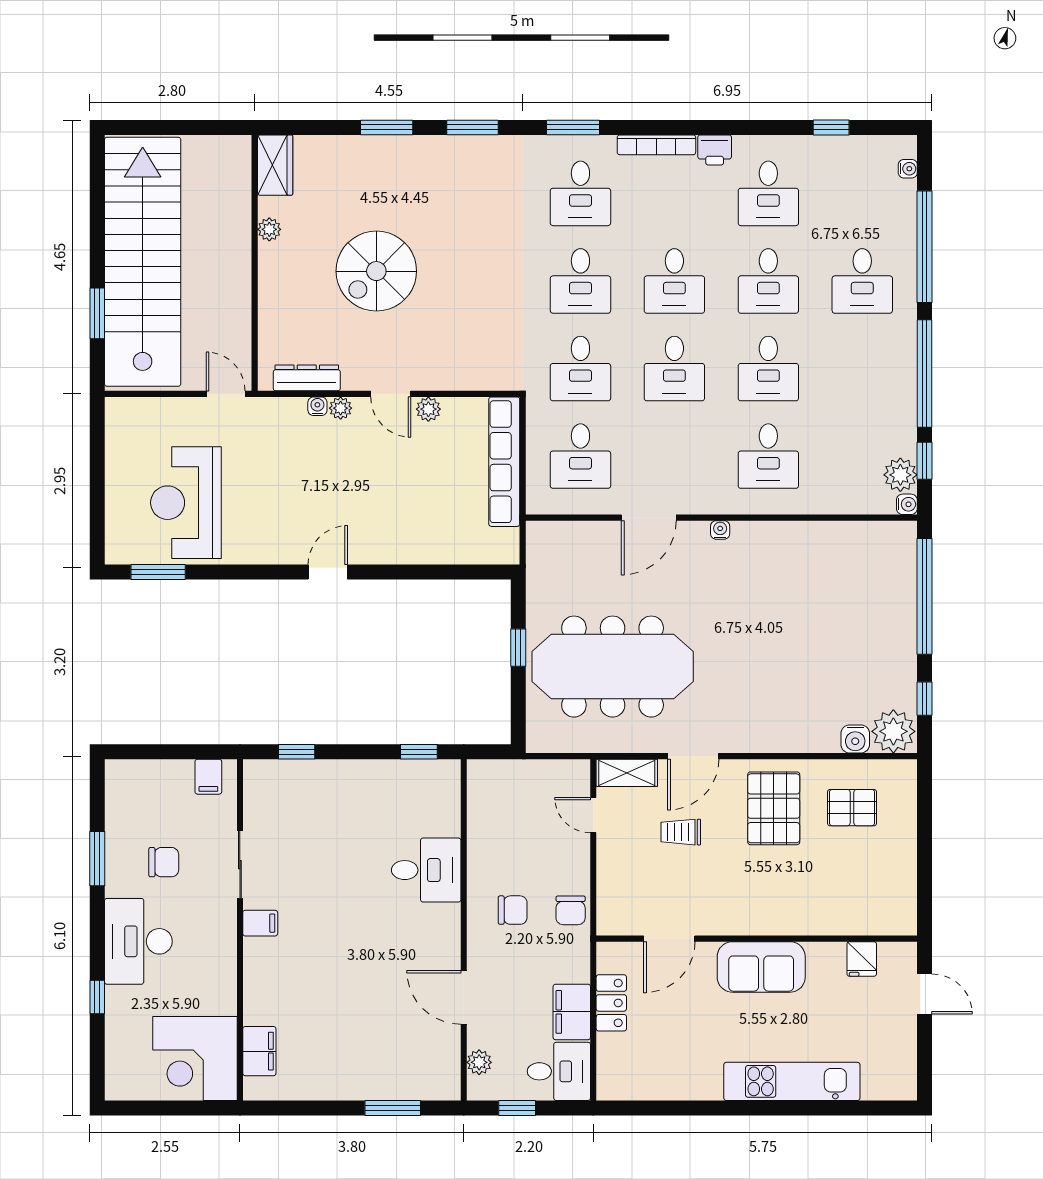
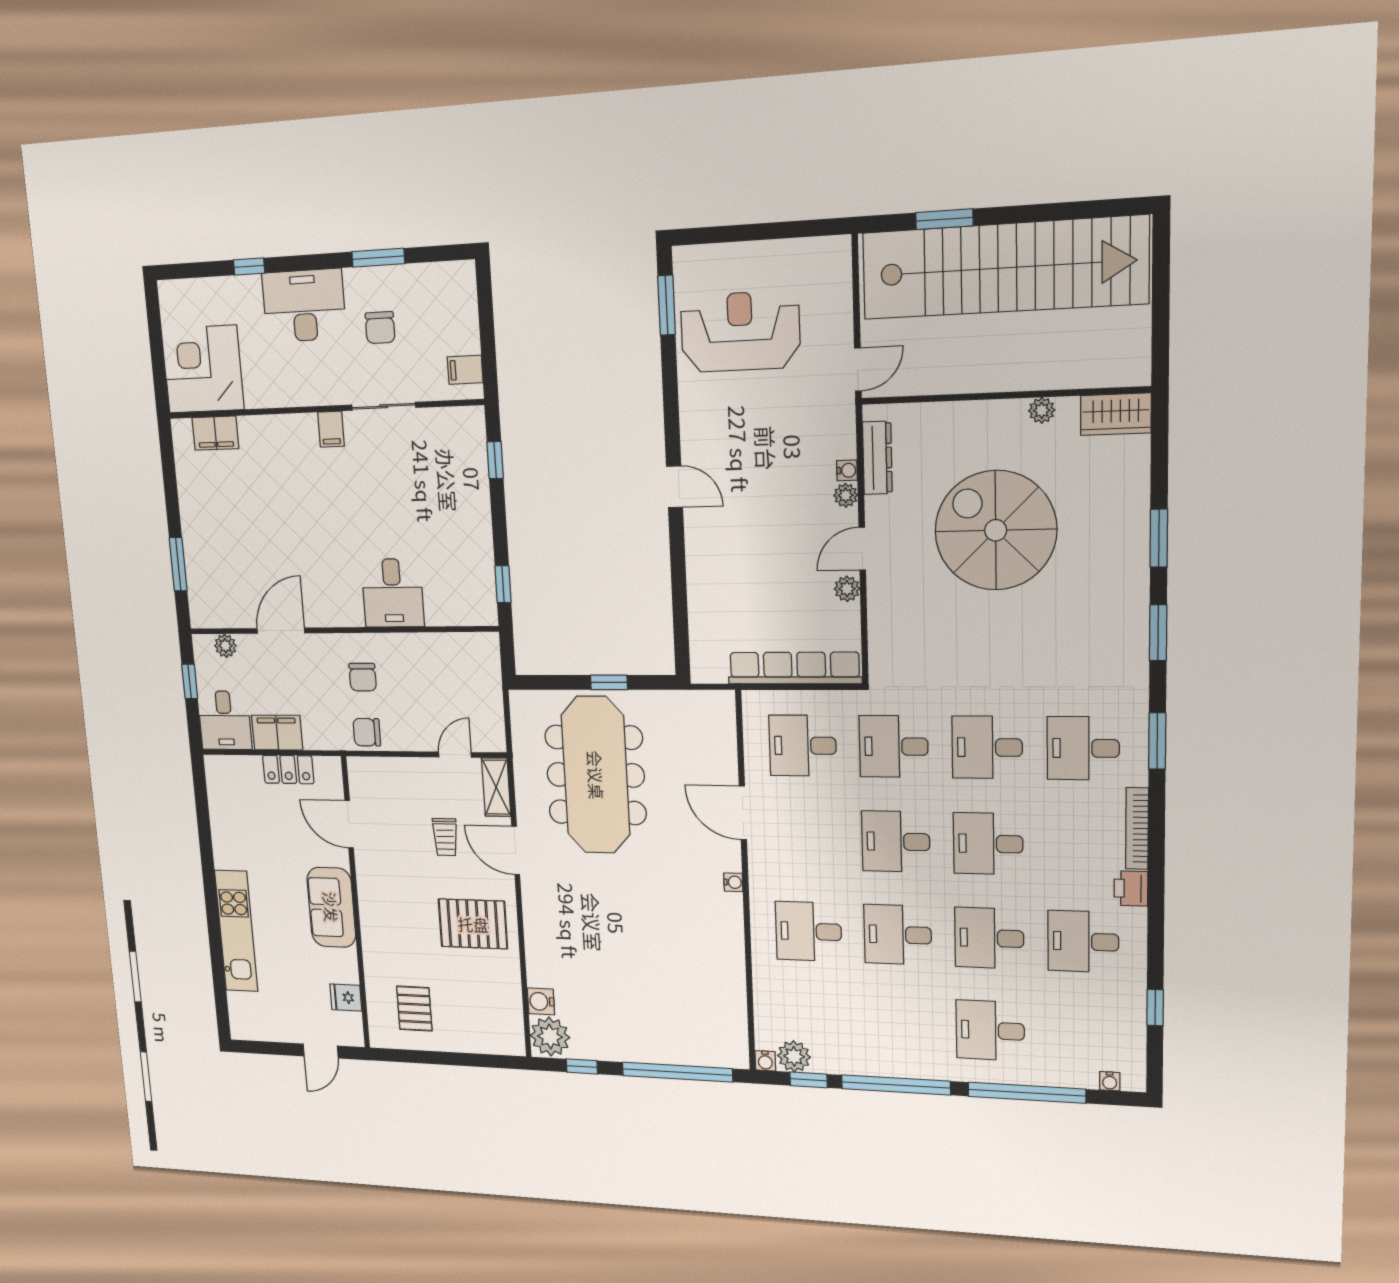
spiral stairs: (376, 271) -> (996, 530), width x1.37, depth x1.37
pallet: (852, 808) -> (414, 1009), moved
trolley: (681, 832) -> (445, 837), turned 180

